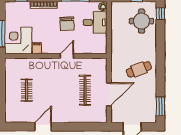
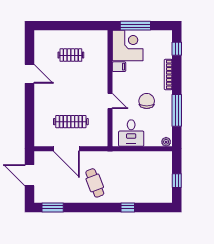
window: (160, 14) -> (128, 207), moved
round table: (142, 21) -> (150, 186), removed
desk: (95, 22) -> (131, 133), moved
chair: (67, 24) -> (147, 101), turned 93

